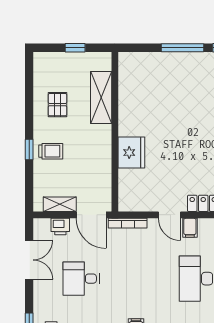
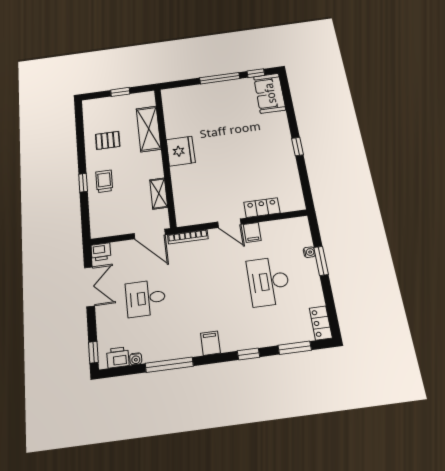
pallet: (57, 105) -> (108, 140), turned 90
trolley: (51, 151) -> (104, 181), turned -90
fridge: (131, 153) -> (181, 151), moved
shelving: (60, 204) -> (159, 193), moved, turned 90
printer: (60, 227) -> (101, 252), moved

